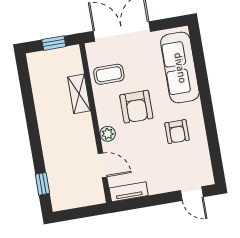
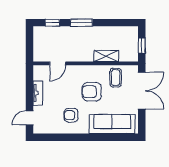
plant: (108, 134) -> (77, 70), removed
window: (35, 140) -> (81, 23), added
tv unit: (129, 192) -> (38, 93), moved

